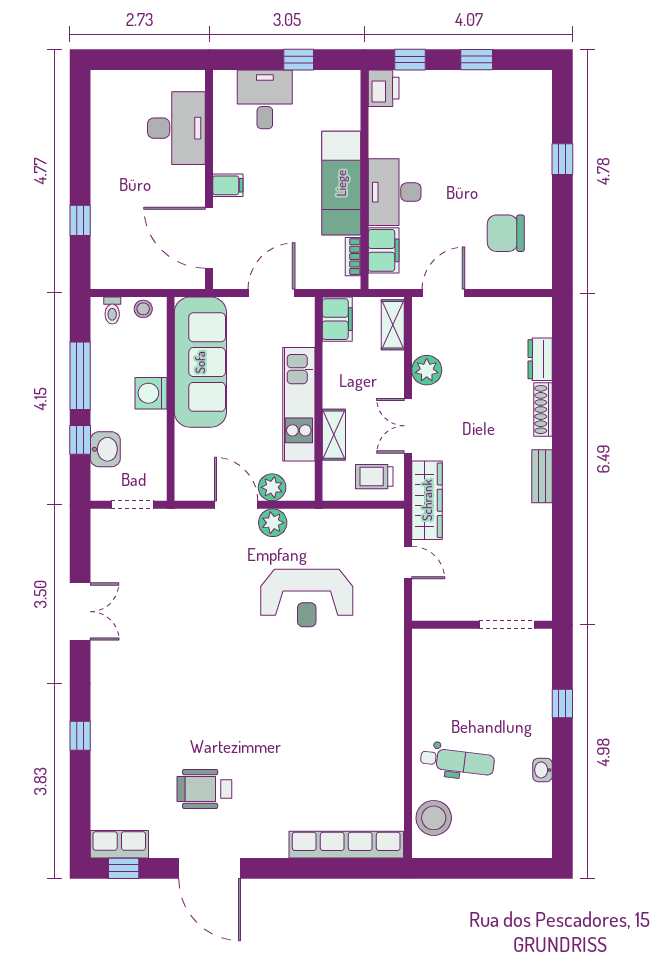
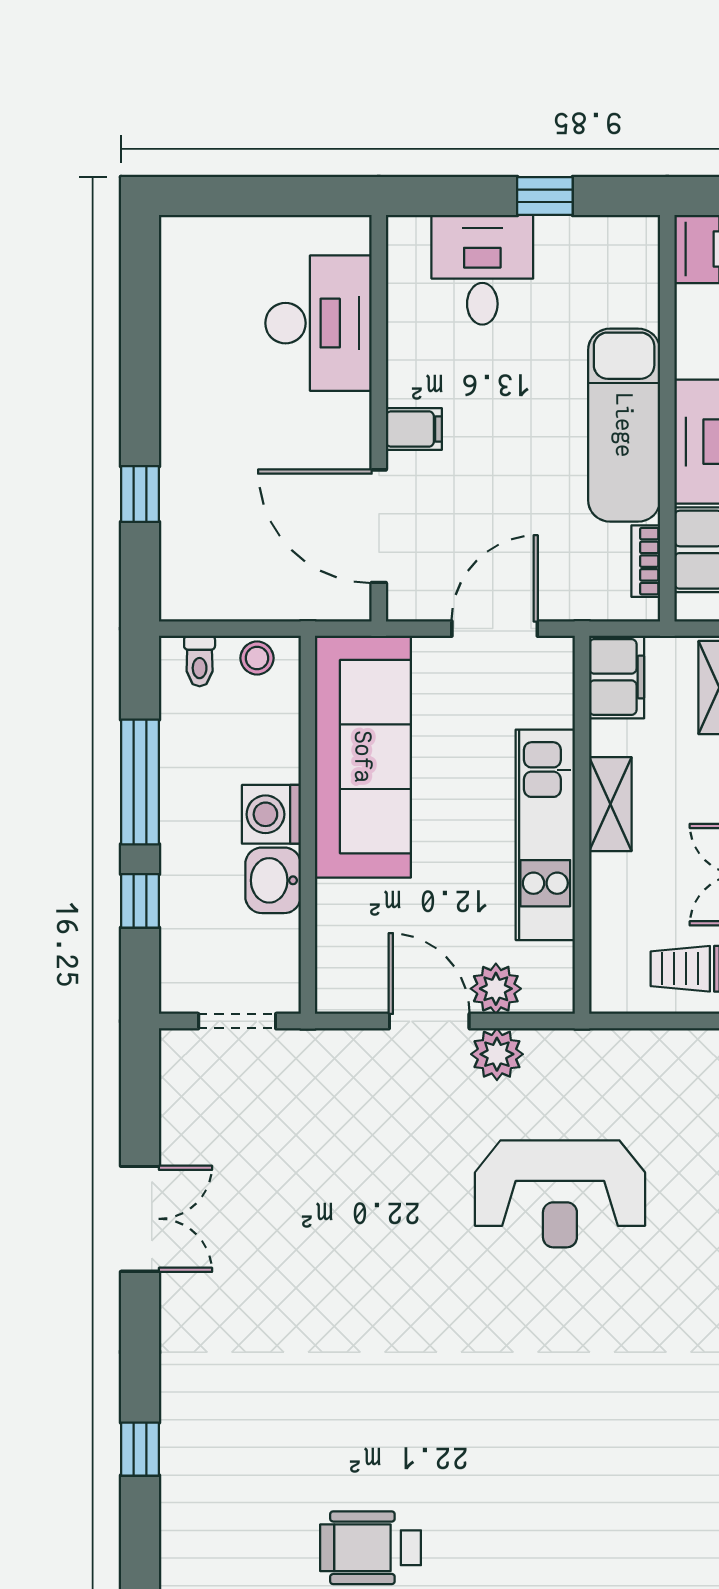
shelving: (334, 435) -> (610, 804), moved
washbasin: (105, 449) -> (273, 880), moved, turned 180

